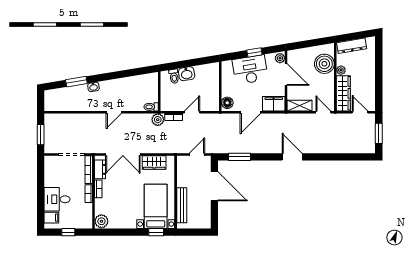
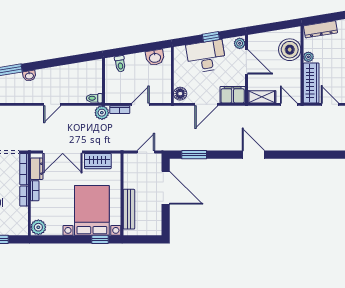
washbasin: (187, 74) -> (155, 57), moved
bed with nightstands: (156, 206) -> (92, 210), width x1.36

